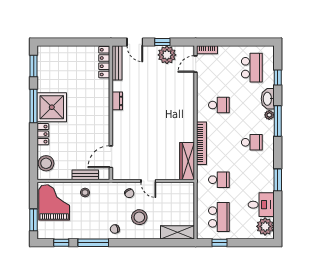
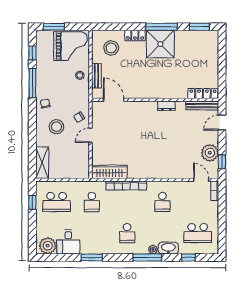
window: (162, 42) -> (222, 162), moved
stool: (46, 163) -> (111, 48), moved

